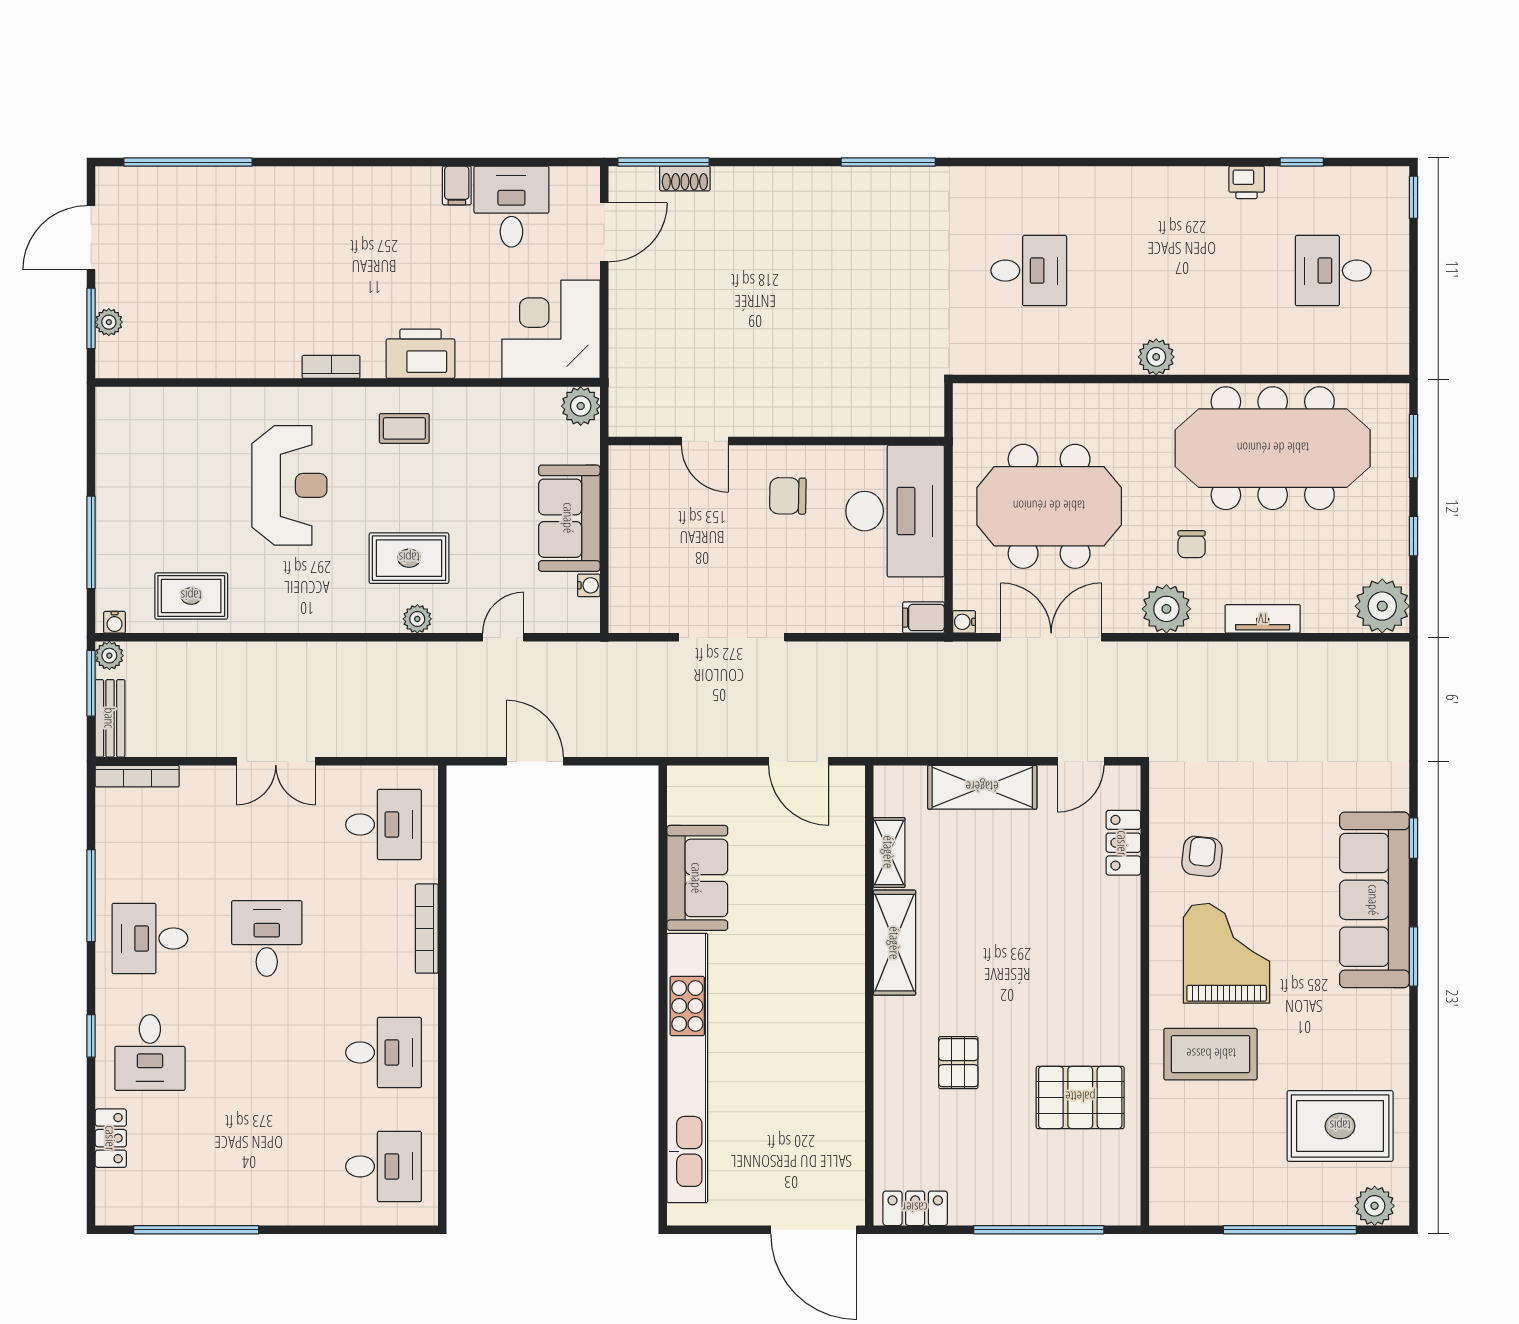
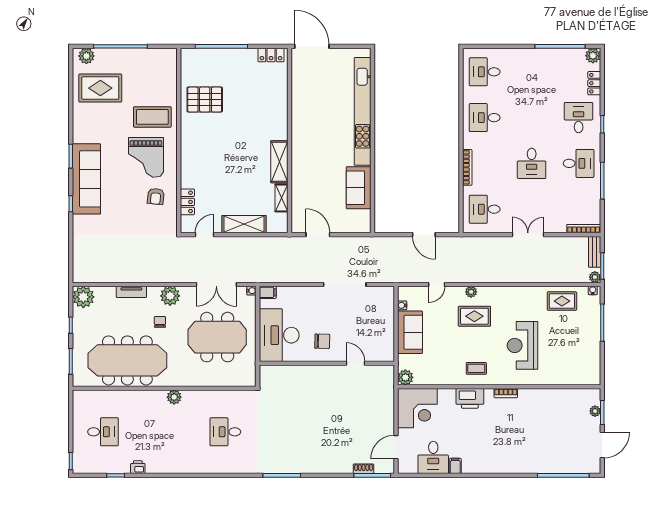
pallet: (958, 1063) -> (254, 114), removed
plant: (114, 1207) -> (593, 56), added

